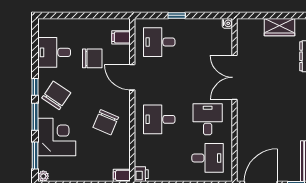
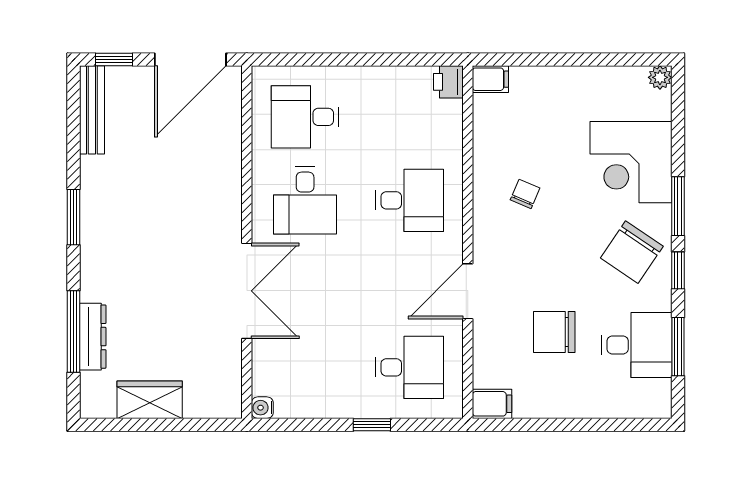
filing cabinet: (121, 37) -> (492, 404), moved
door: (132, 77) -> (468, 291), swing flipped
chair: (106, 122) -> (525, 194), width x0.54, depth x0.54
window: (35, 155) -> (678, 347), moved

